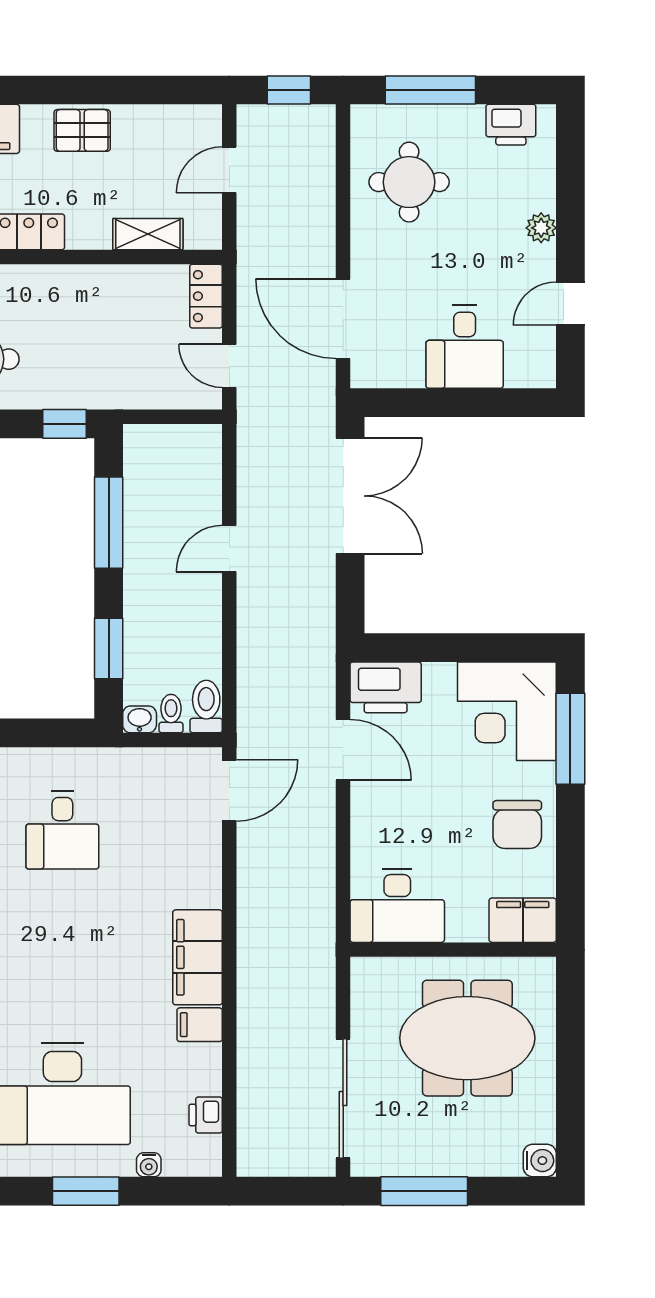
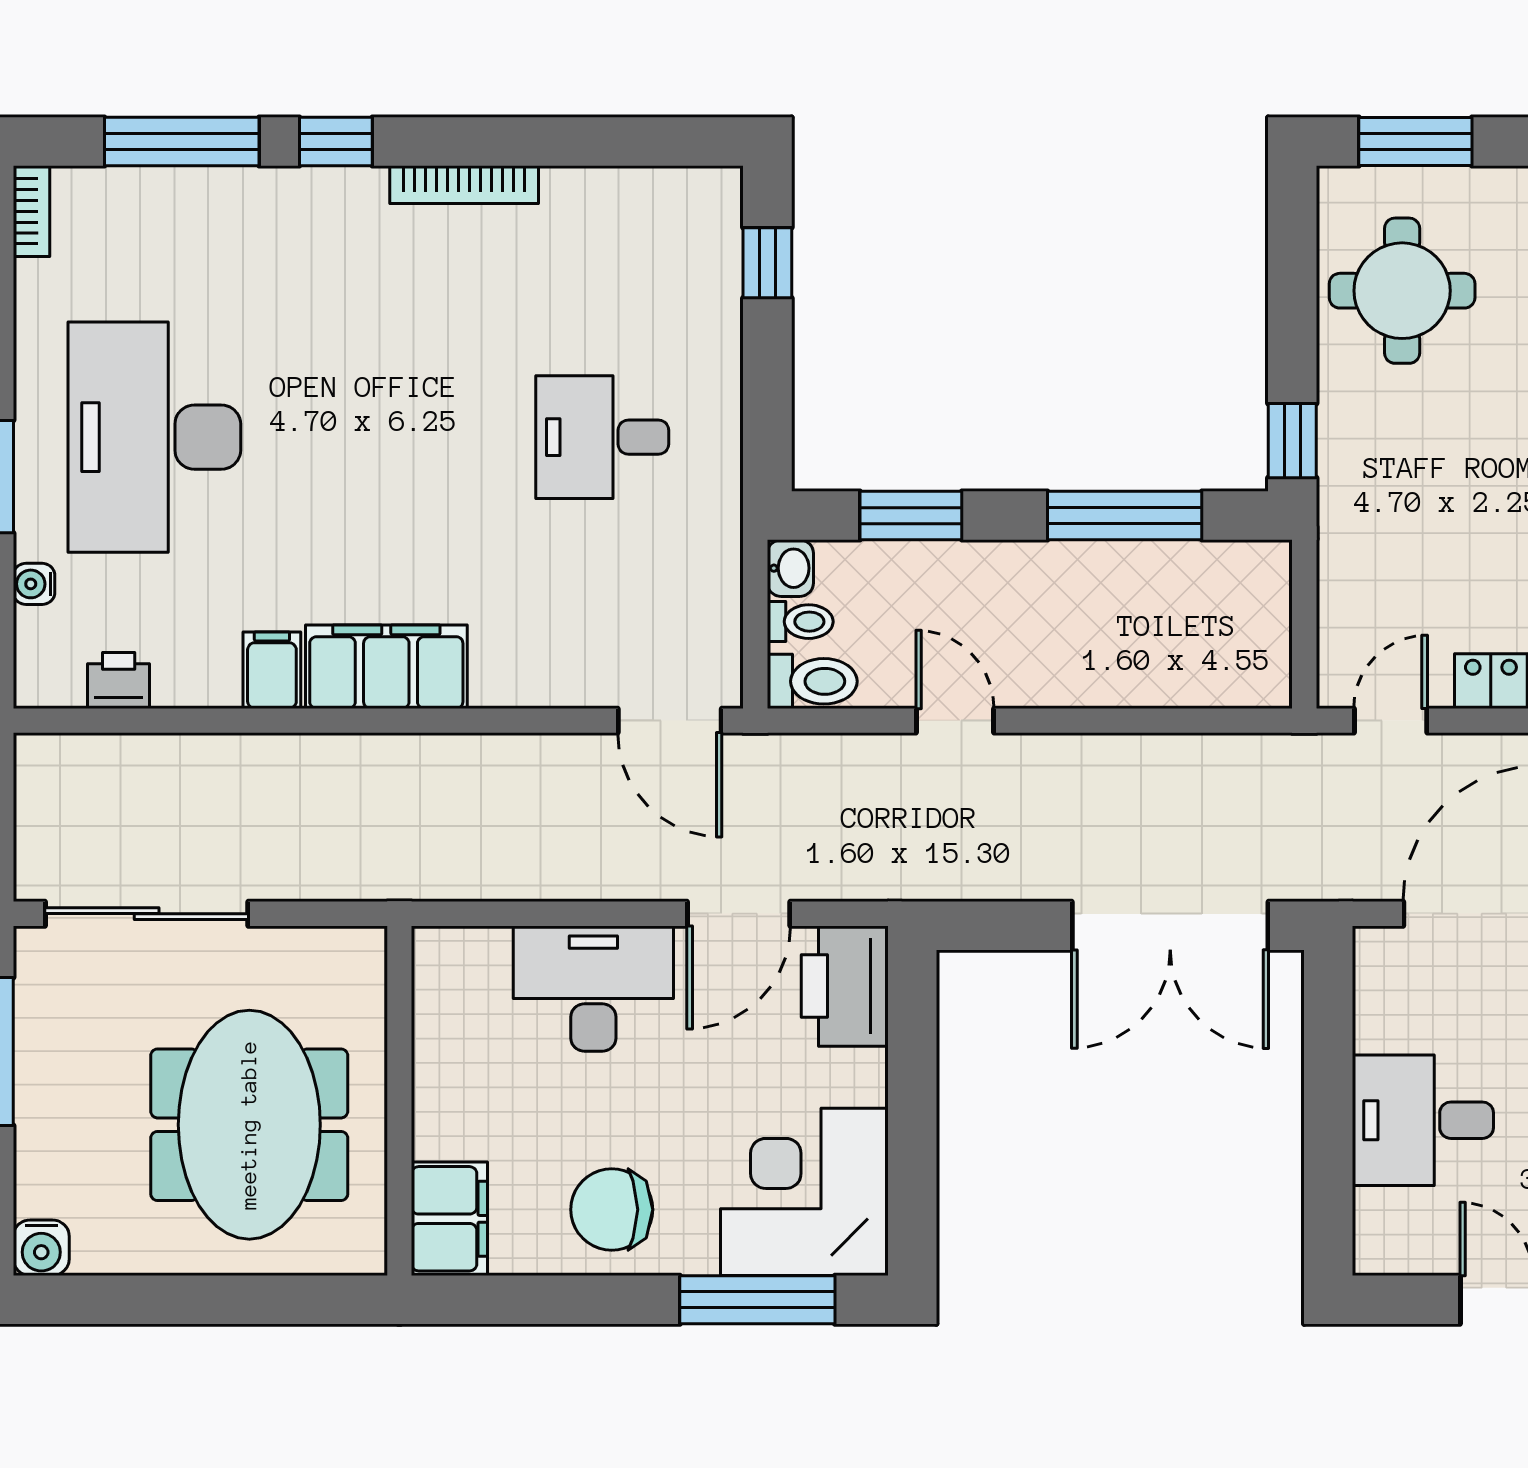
door: (229, 548) -> (955, 721), moved
desk: (397, 906) -> (593, 989), moved, turned 90

